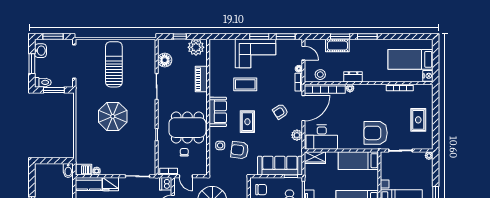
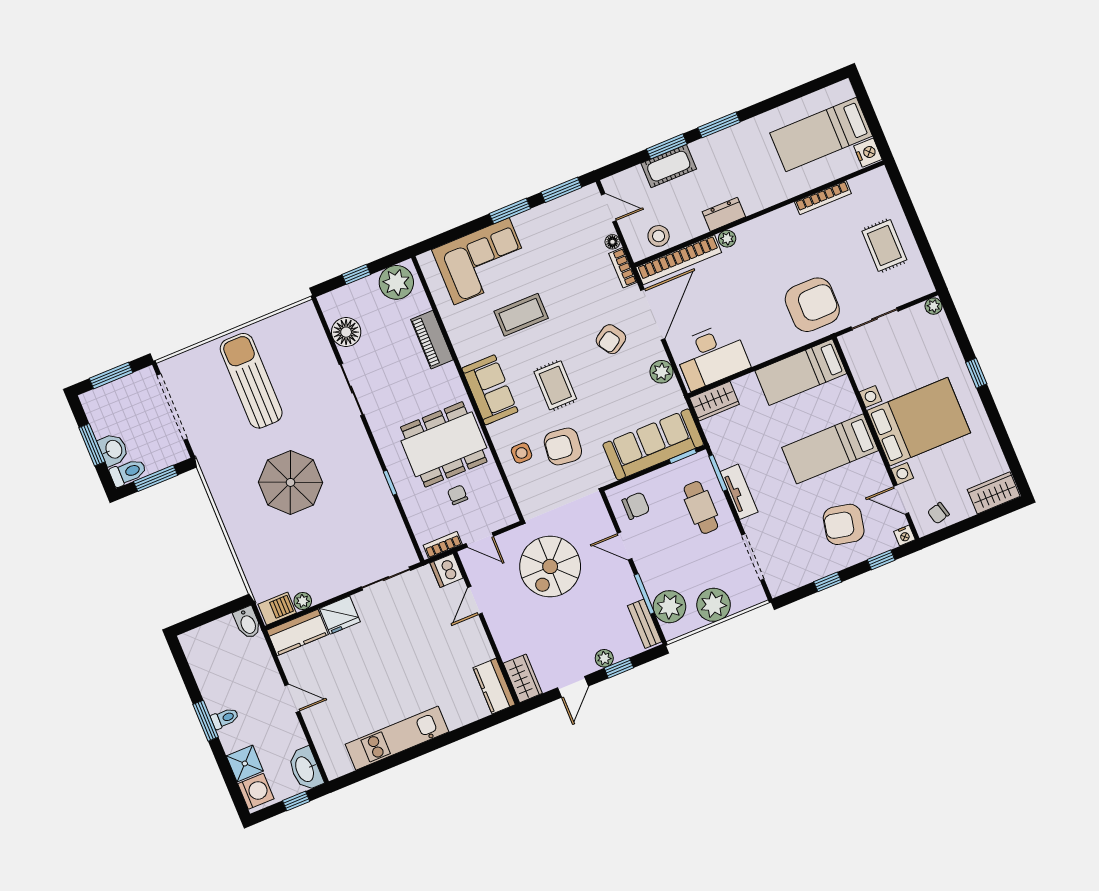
washbasin: (40, 51) -> (113, 450), moved
corner sofa: (256, 54) -> (482, 261), moved
armchair: (376, 133) -> (812, 305), turned 180

